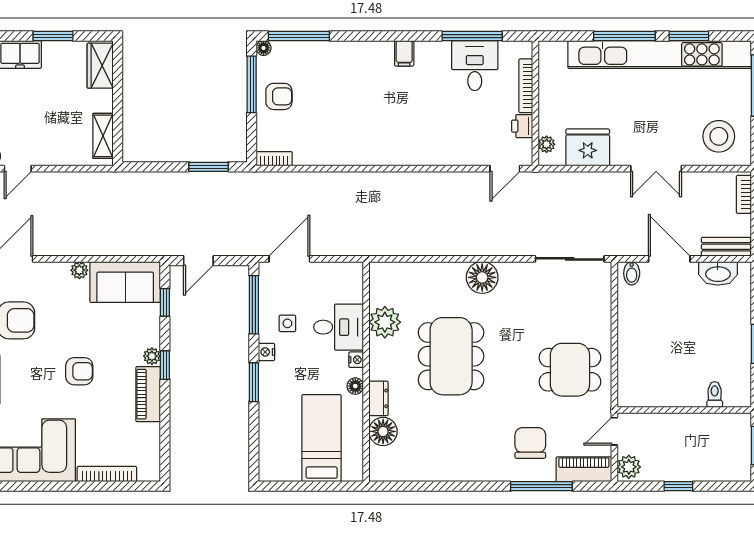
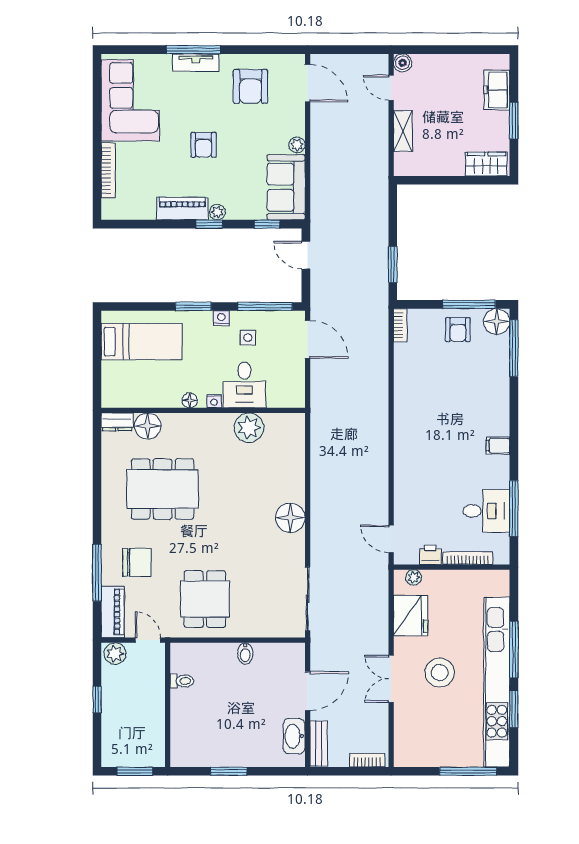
floor lamp: (264, 48) -> (497, 322), width x1.89, depth x1.89
shelving: (103, 136) -> (403, 131), moved, turned 90
stool: (719, 136) -> (440, 673), moved
bidet: (632, 273) -> (245, 653), moved, turned -90
dining table: (451, 356) -> (163, 489), moved
toilet: (715, 394) -> (182, 681), moved
dresser: (379, 398) -> (117, 422), moved
bed: (322, 438) -> (142, 342), moved

